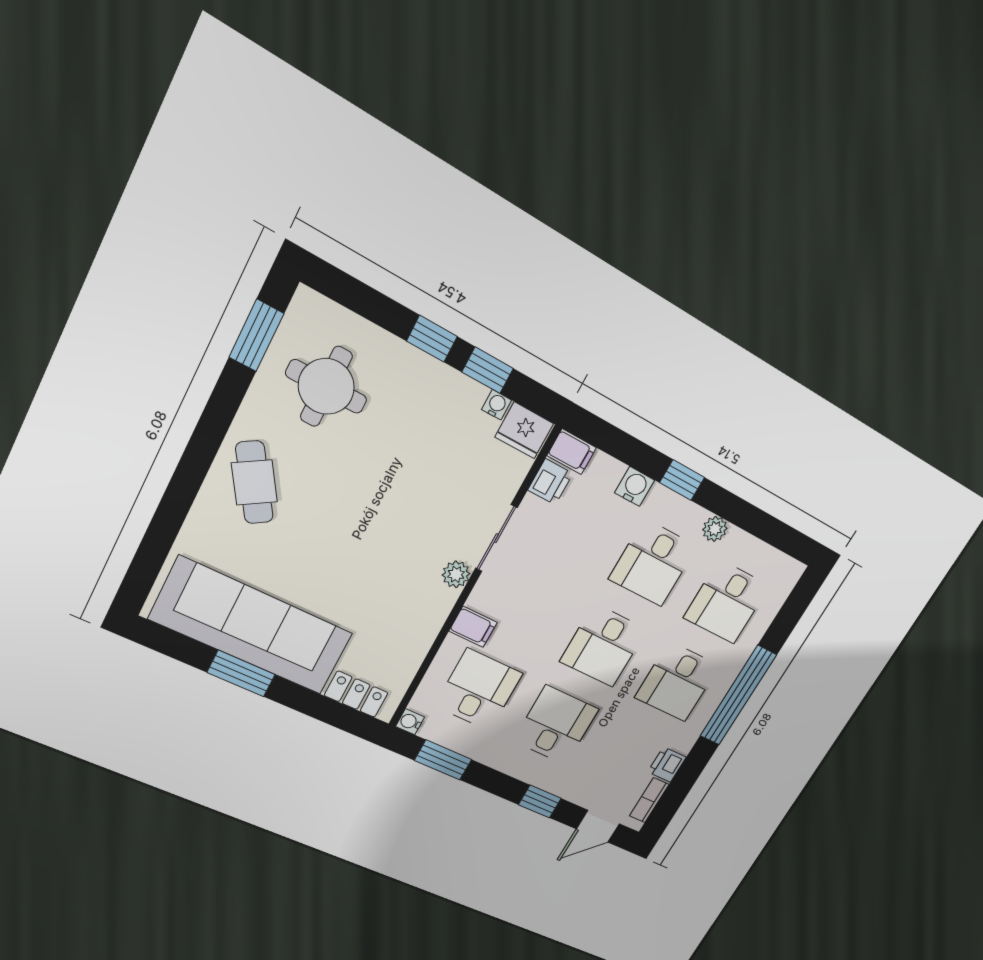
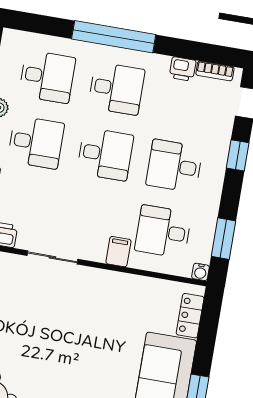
plant: (456, 574) -> (85, 276), removed

